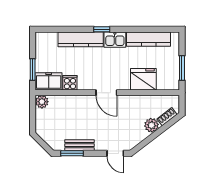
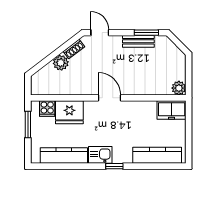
kitchen counter: (81, 39) -> (157, 155), moved
window: (33, 70) -> (189, 123), removed
cooker: (70, 83) -> (47, 109), moved
shoe rack: (167, 117) -> (74, 49), moved

